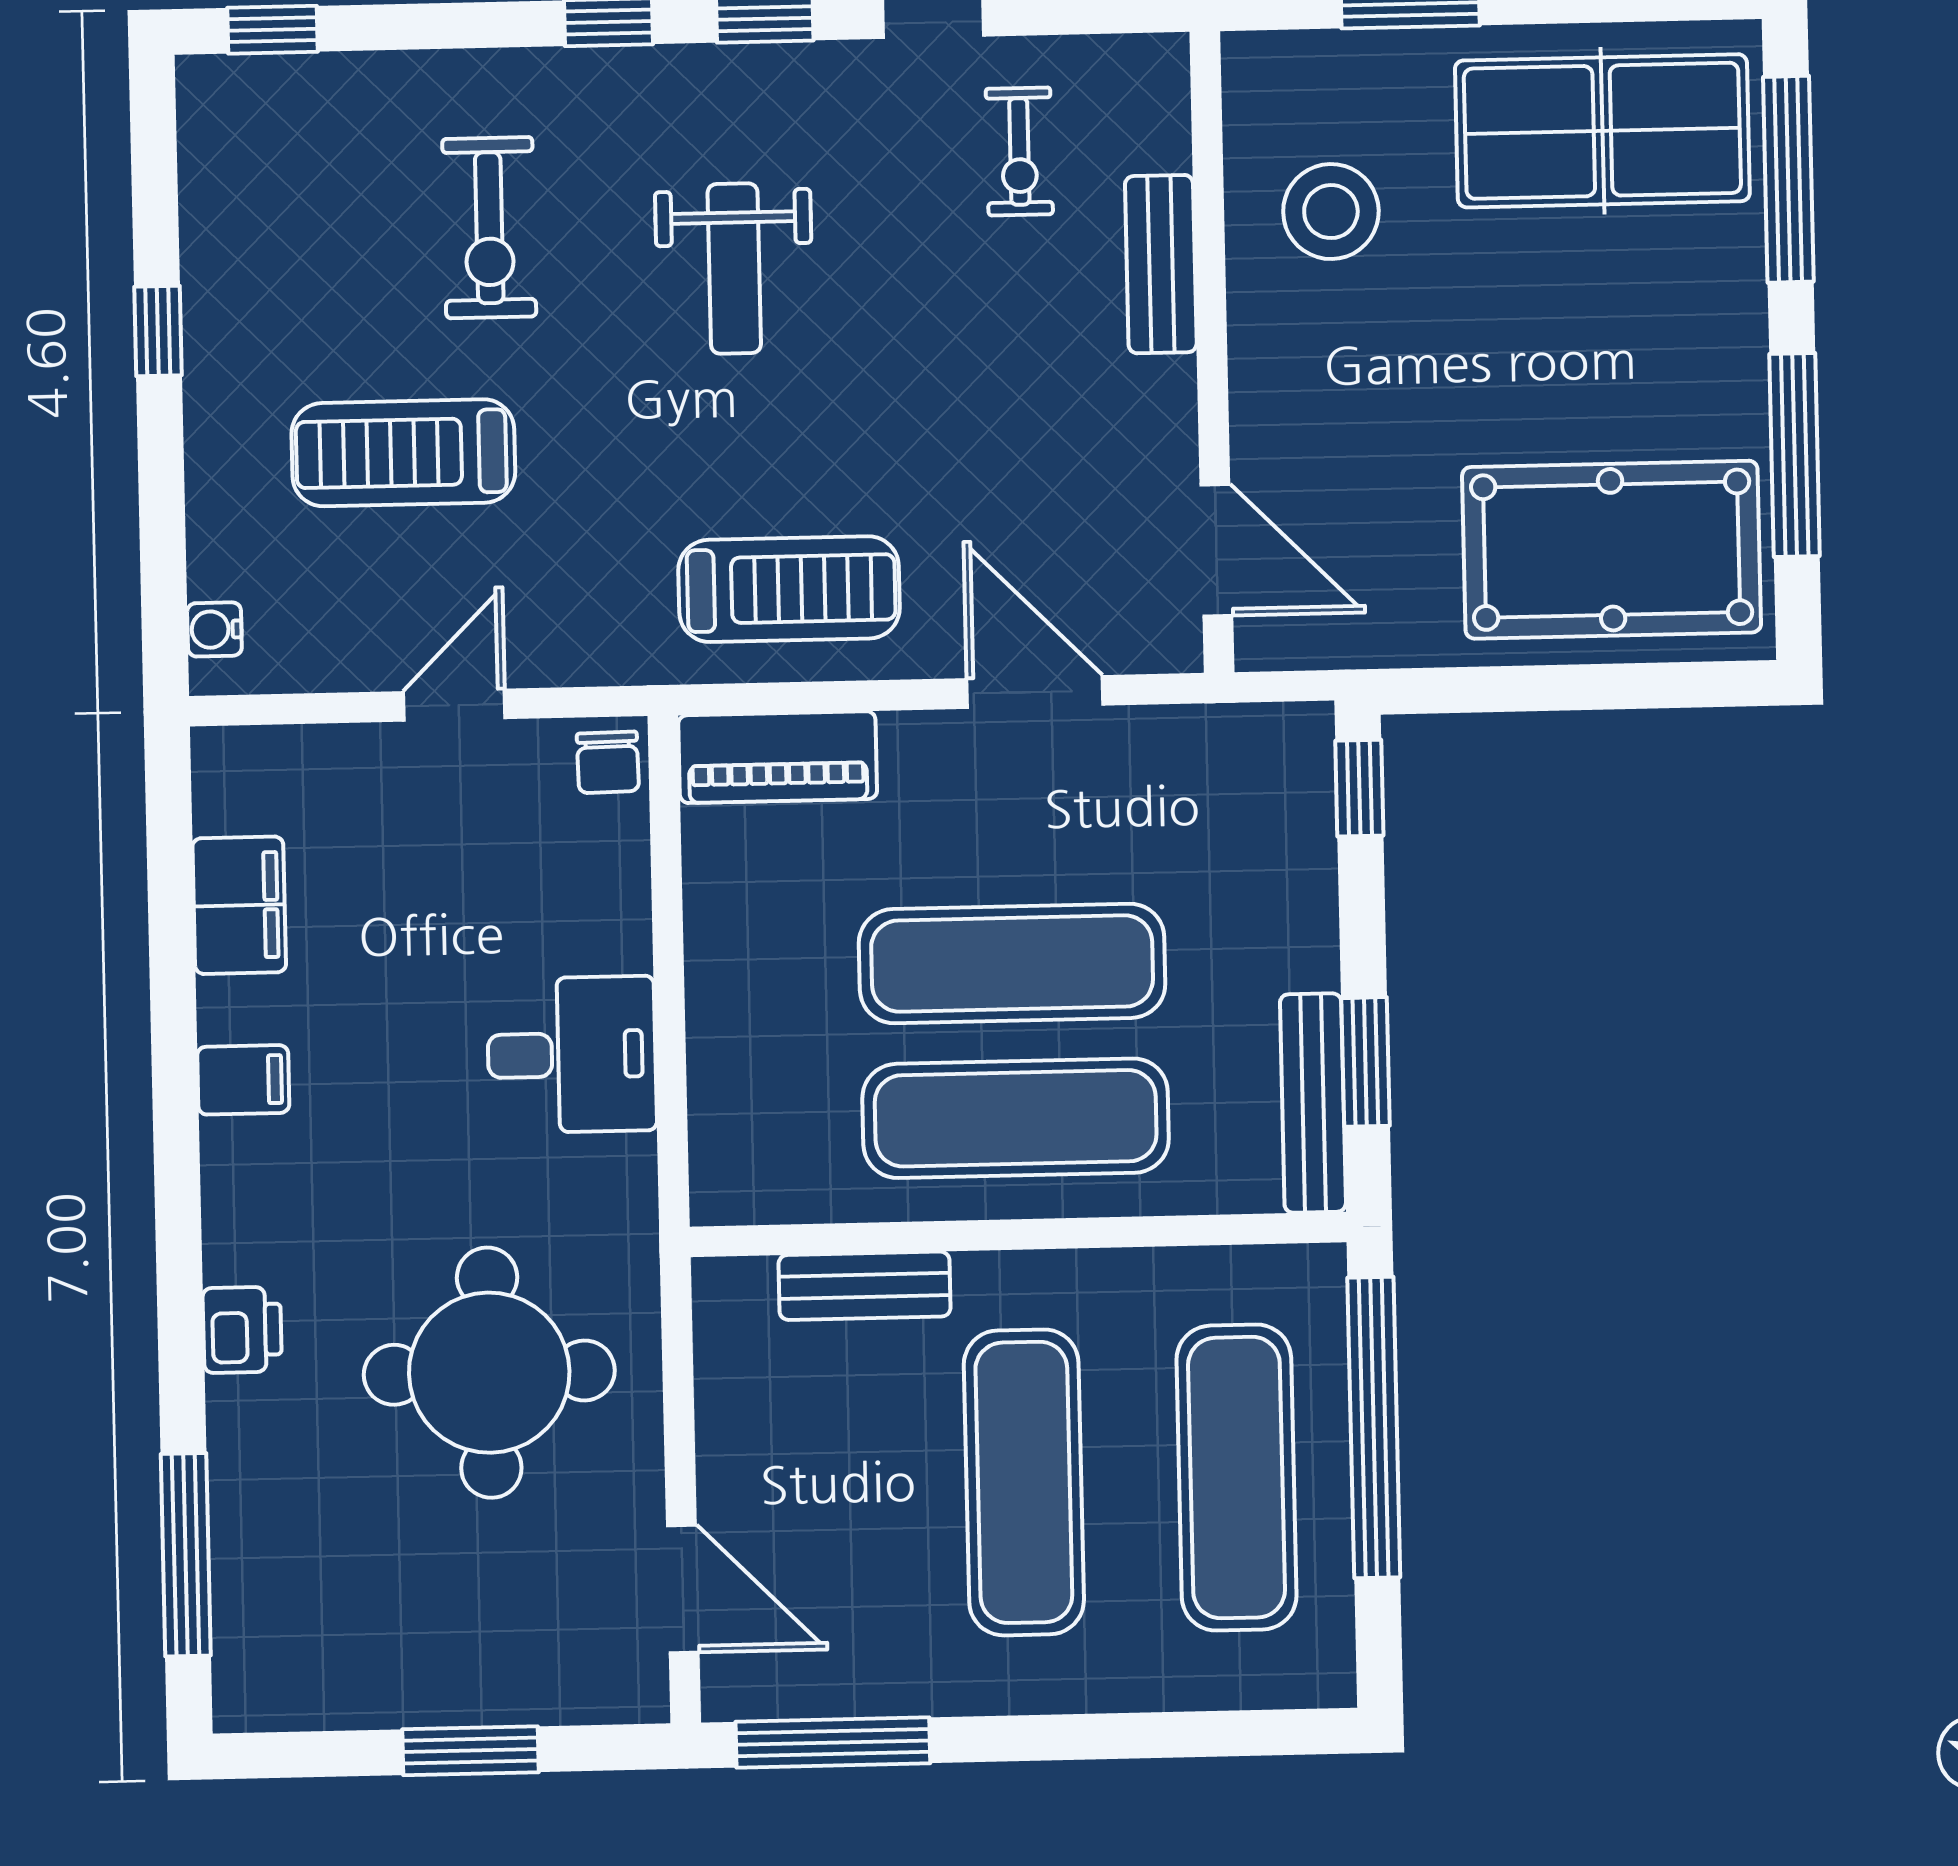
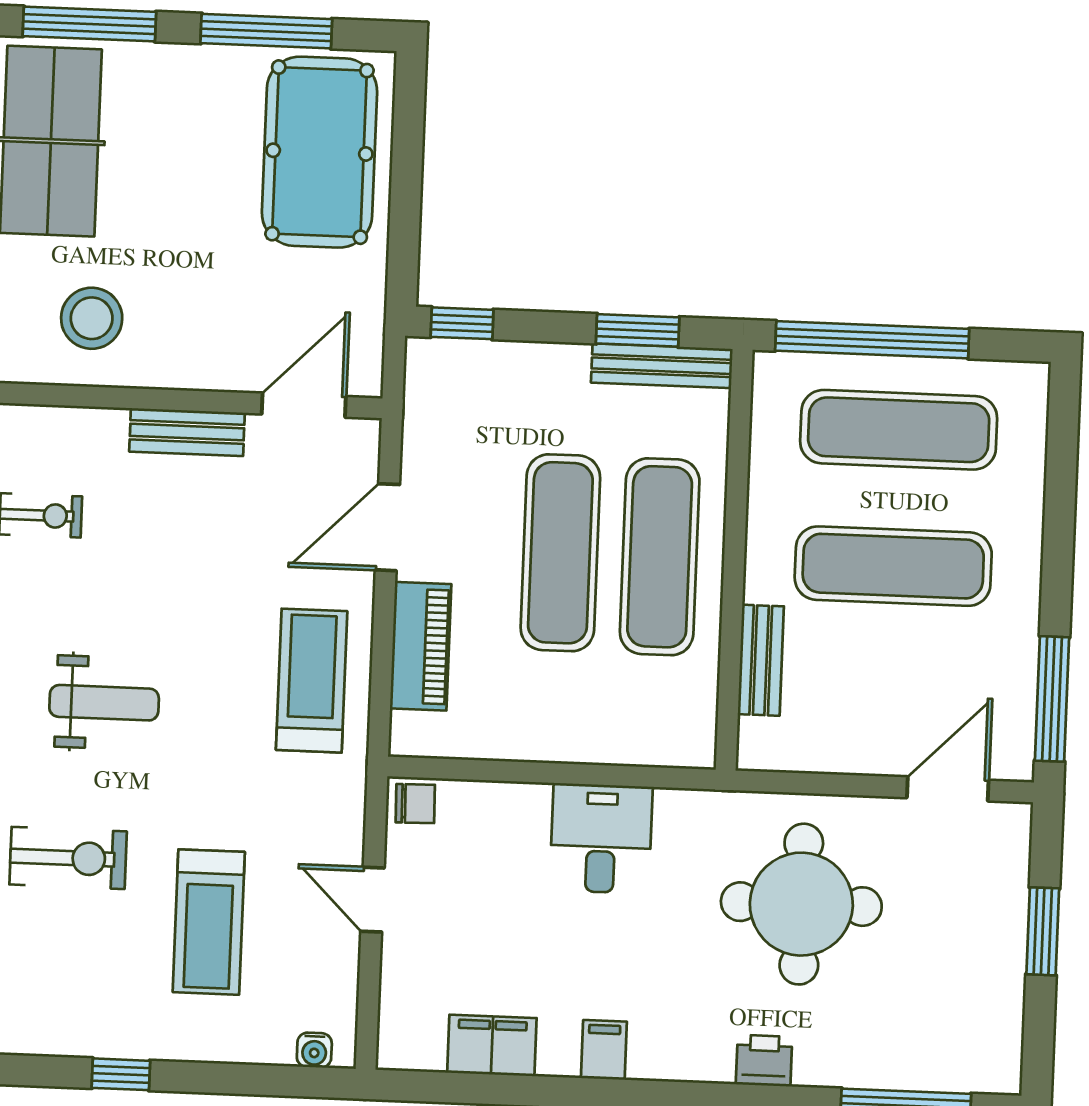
bench: (1161, 264) -> (187, 432), moved
piano: (778, 757) -> (421, 646), moved

